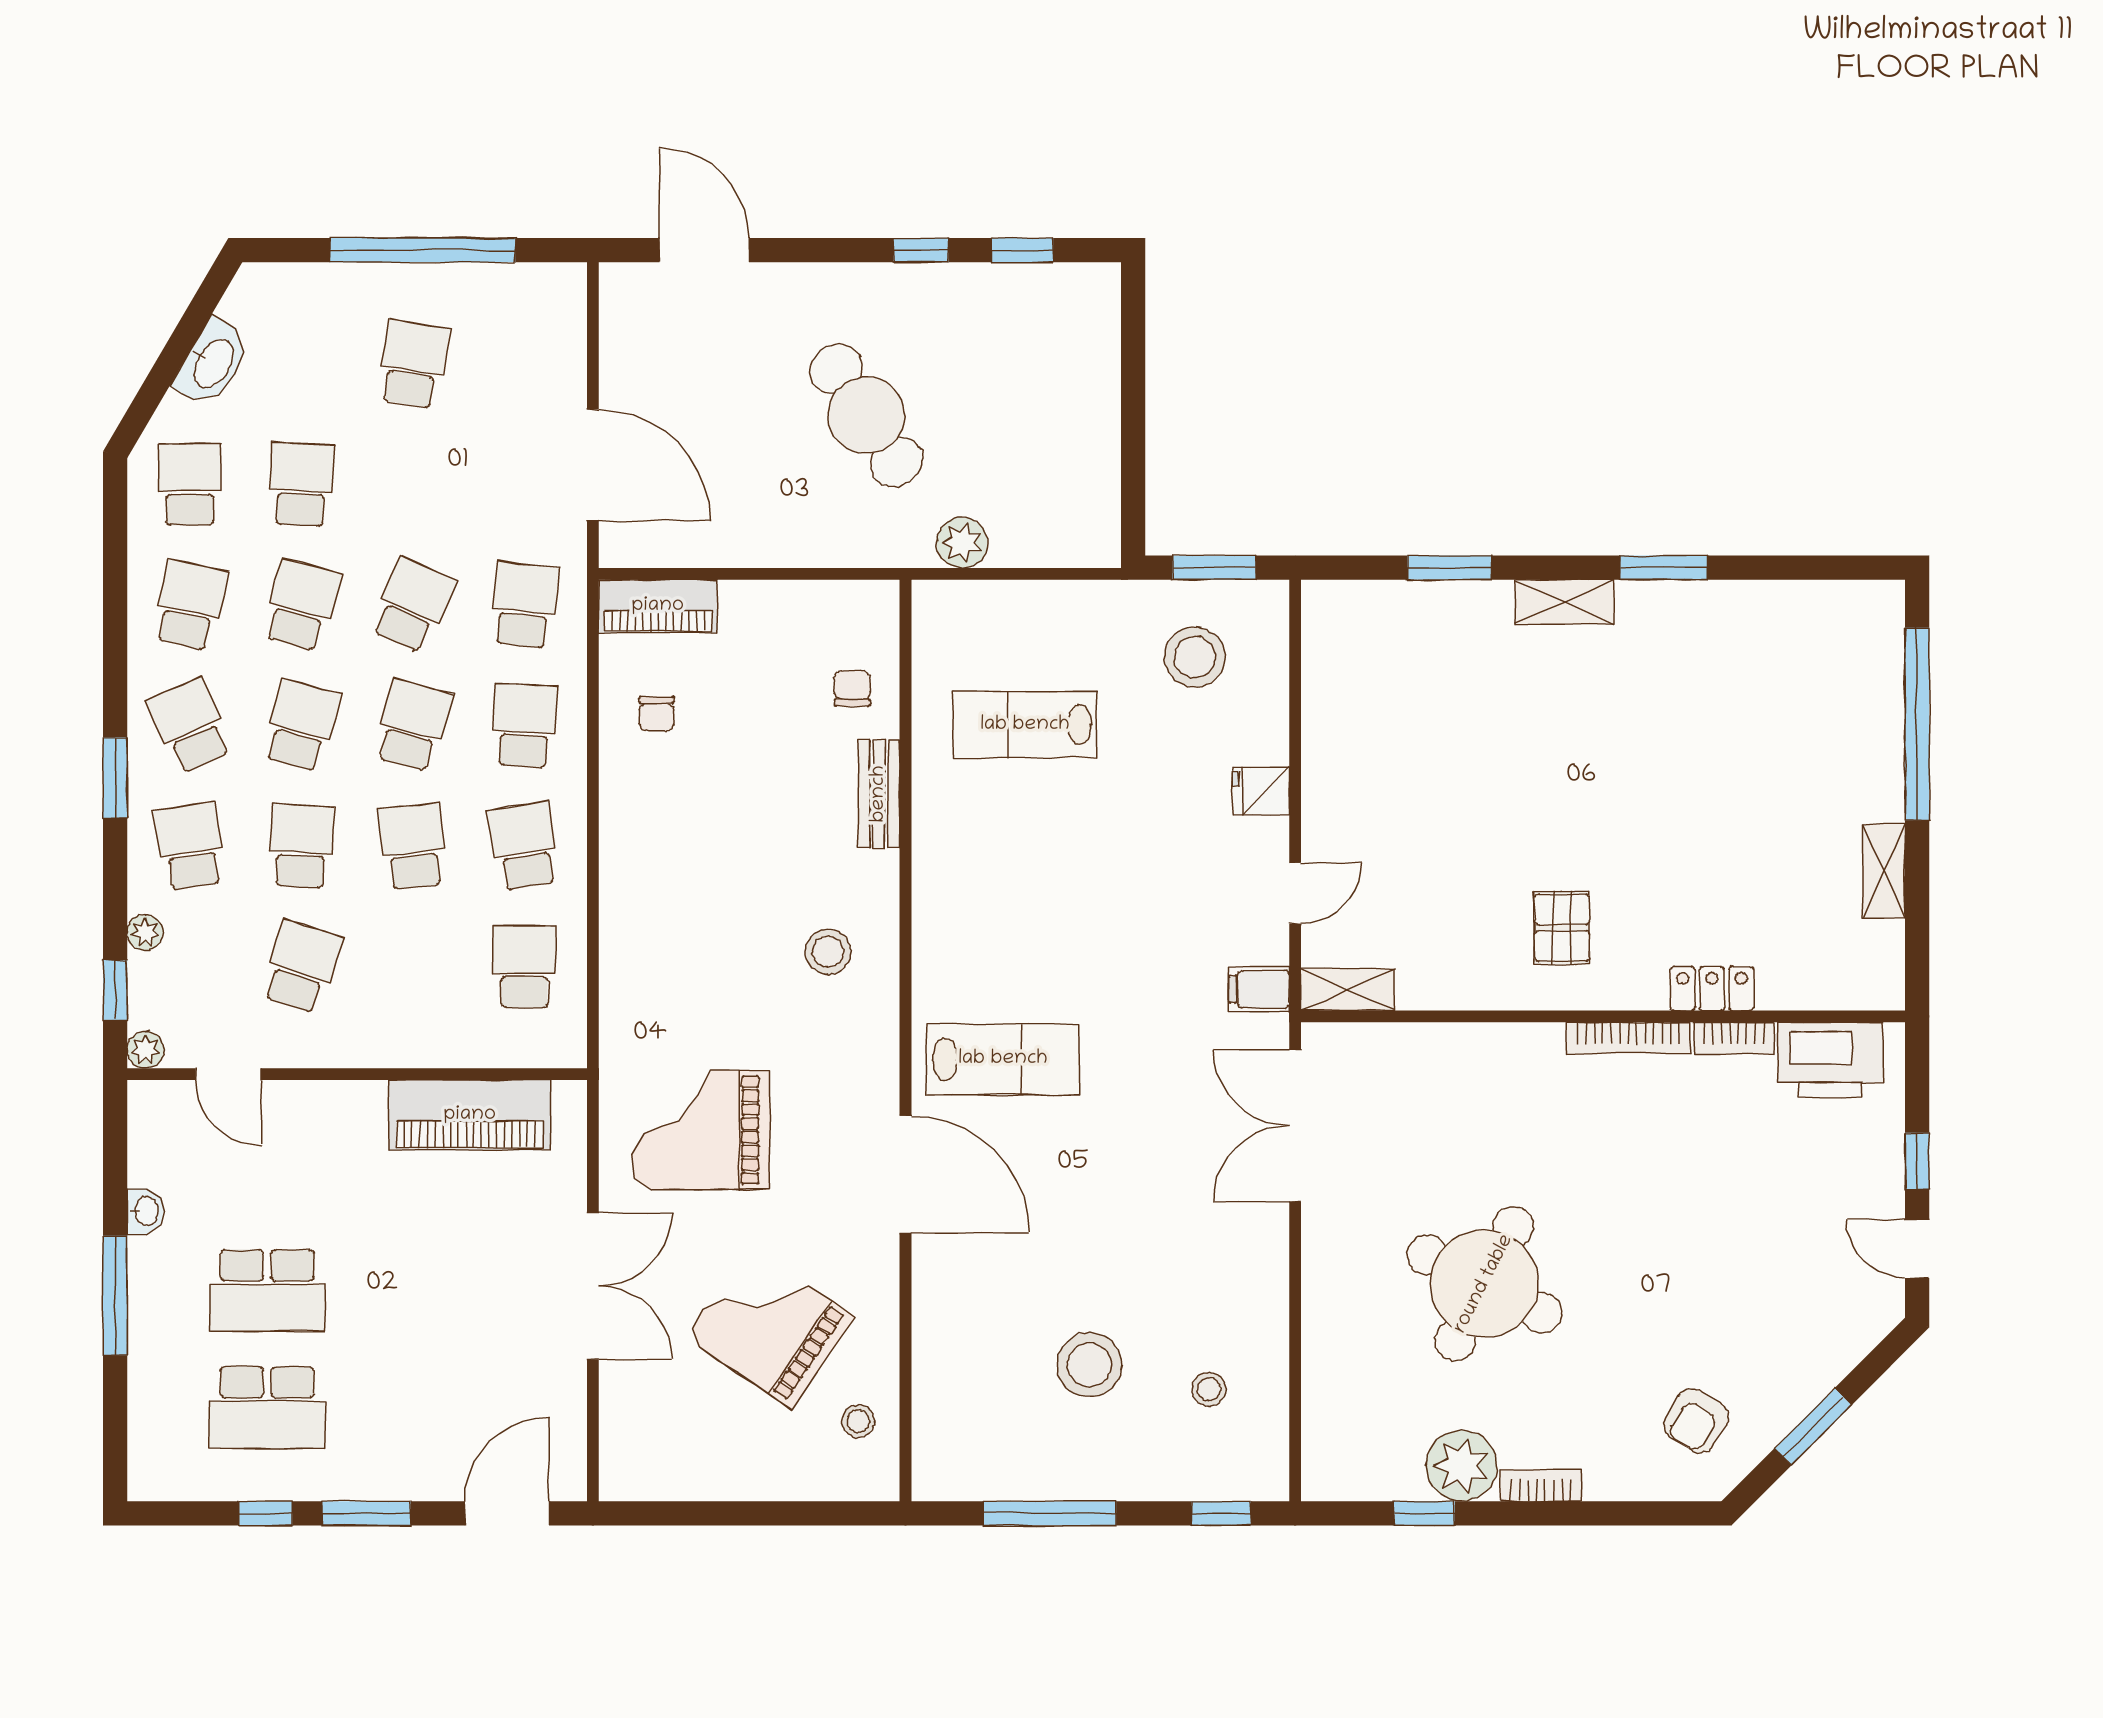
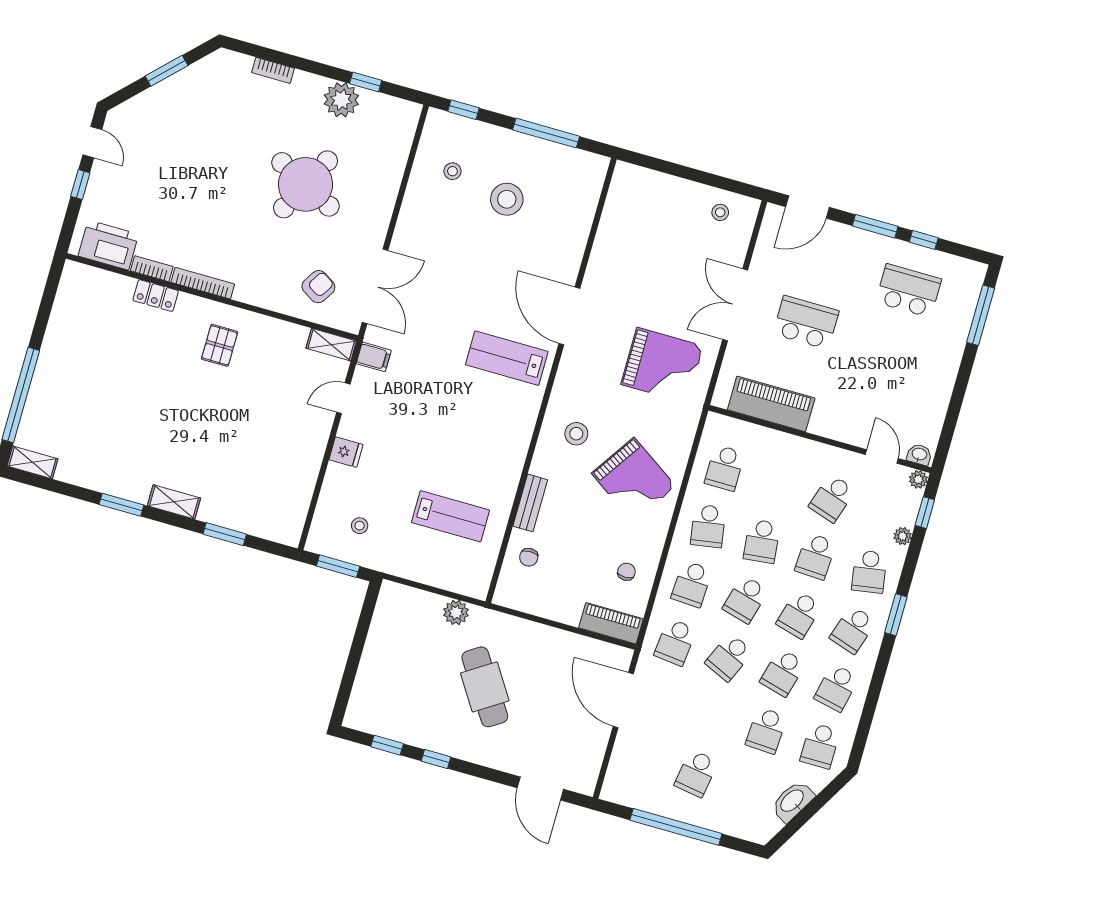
stool: (1195, 657) -> (360, 526), width x0.53, depth x0.53
school desk: (190, 726) -> (853, 630), turned 42
shelving: (1884, 871) -> (32, 462), moved, turned 90
washbasin: (145, 1211) -> (919, 455), moved, turned 90
school desk: (267, 1291) -> (806, 322), moved
window: (115, 1296) -> (981, 315), moved
grand piano: (770, 1327) -> (633, 480), moved
stool: (858, 1421) -> (720, 212), moved
armchair: (1696, 1421) -> (318, 287), moved
bookcase: (1541, 1485) -> (273, 70), moved

